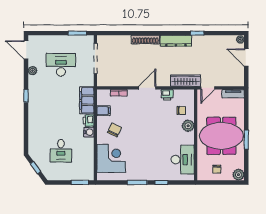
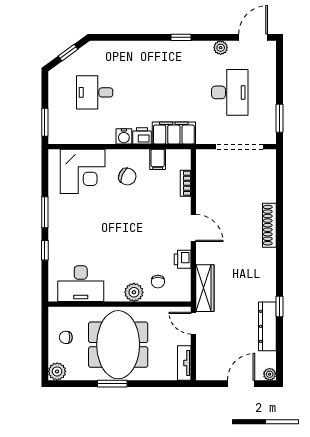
dresser: (176, 41) -> (267, 326), moved

